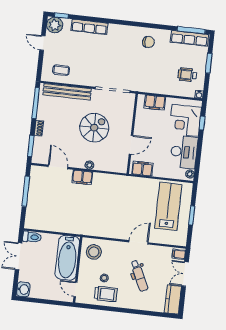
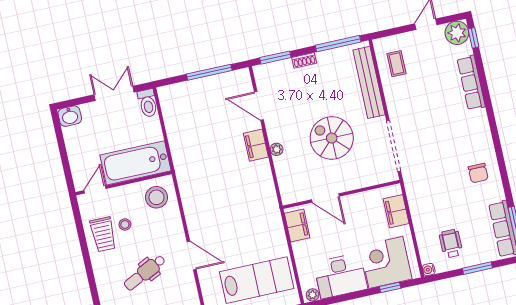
spiral stairs: (94, 128) -> (332, 138), turned 180
door: (58, 167) -> (259, 106), swing flipped

